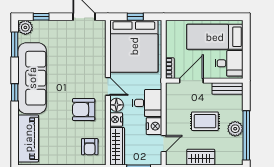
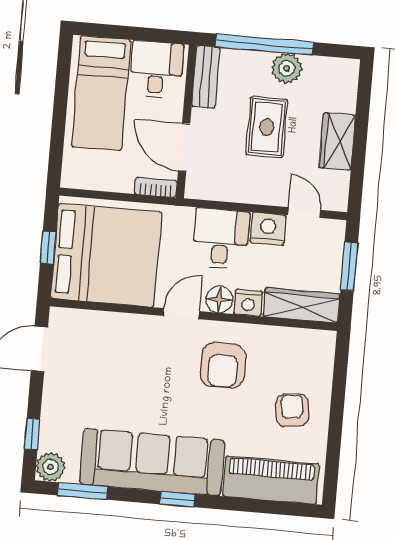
window: (246, 135) -> (264, 44), moved
armchair: (90, 147) -> (292, 410), moved, turned -97

